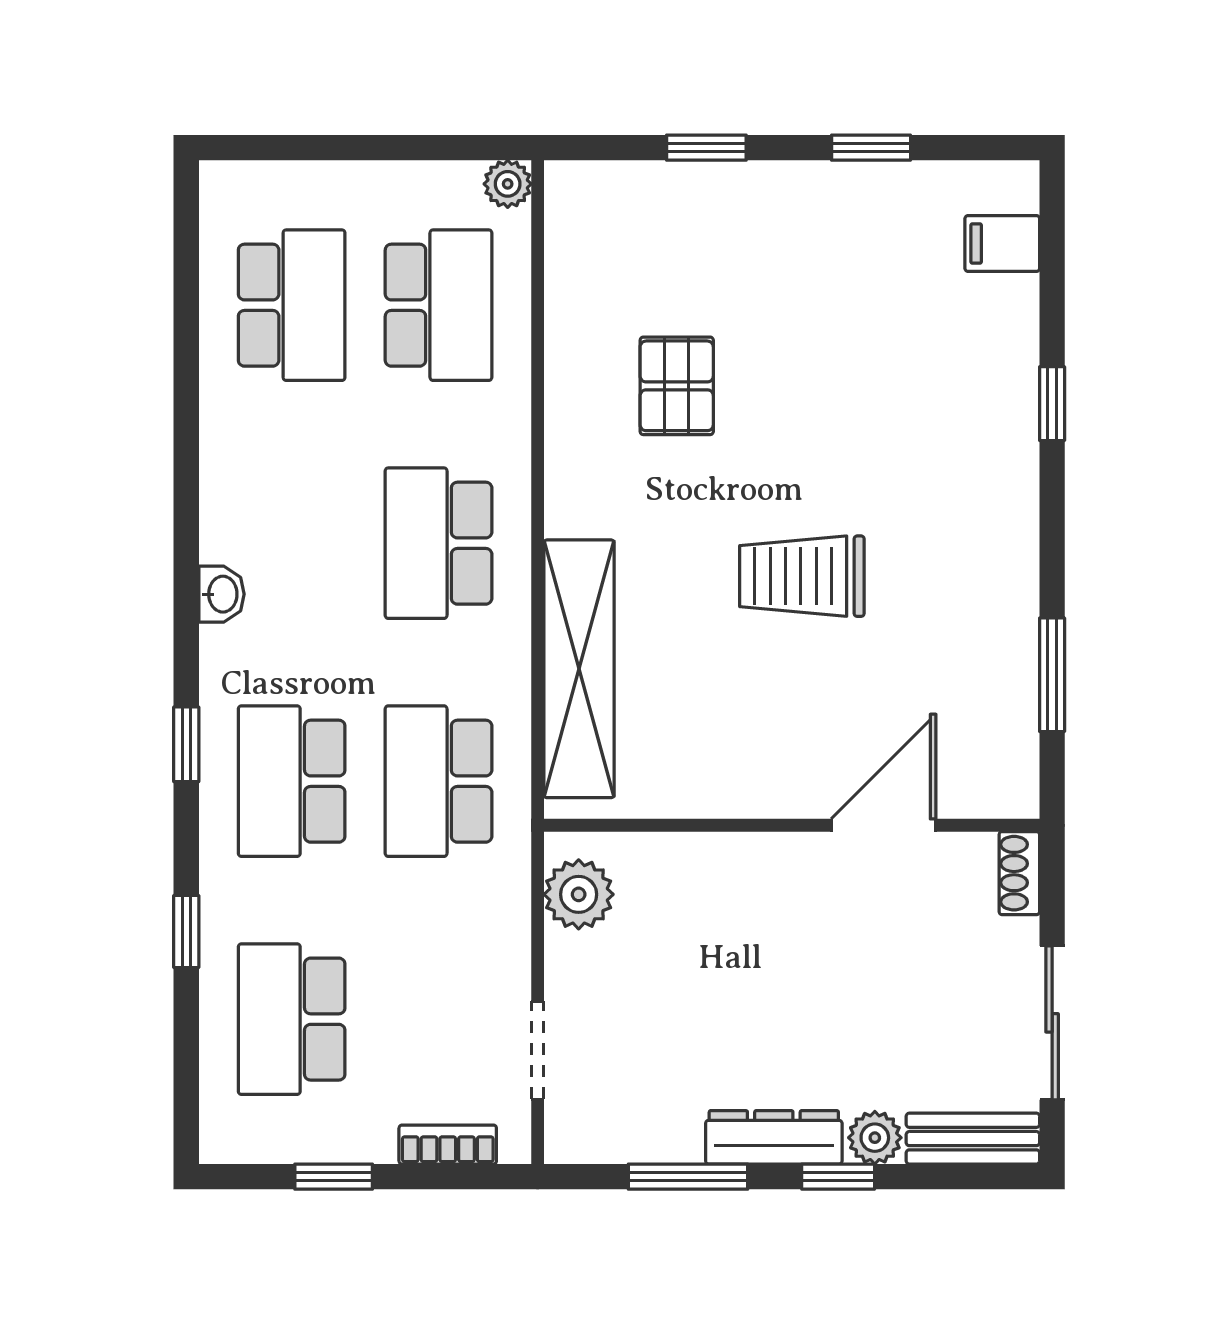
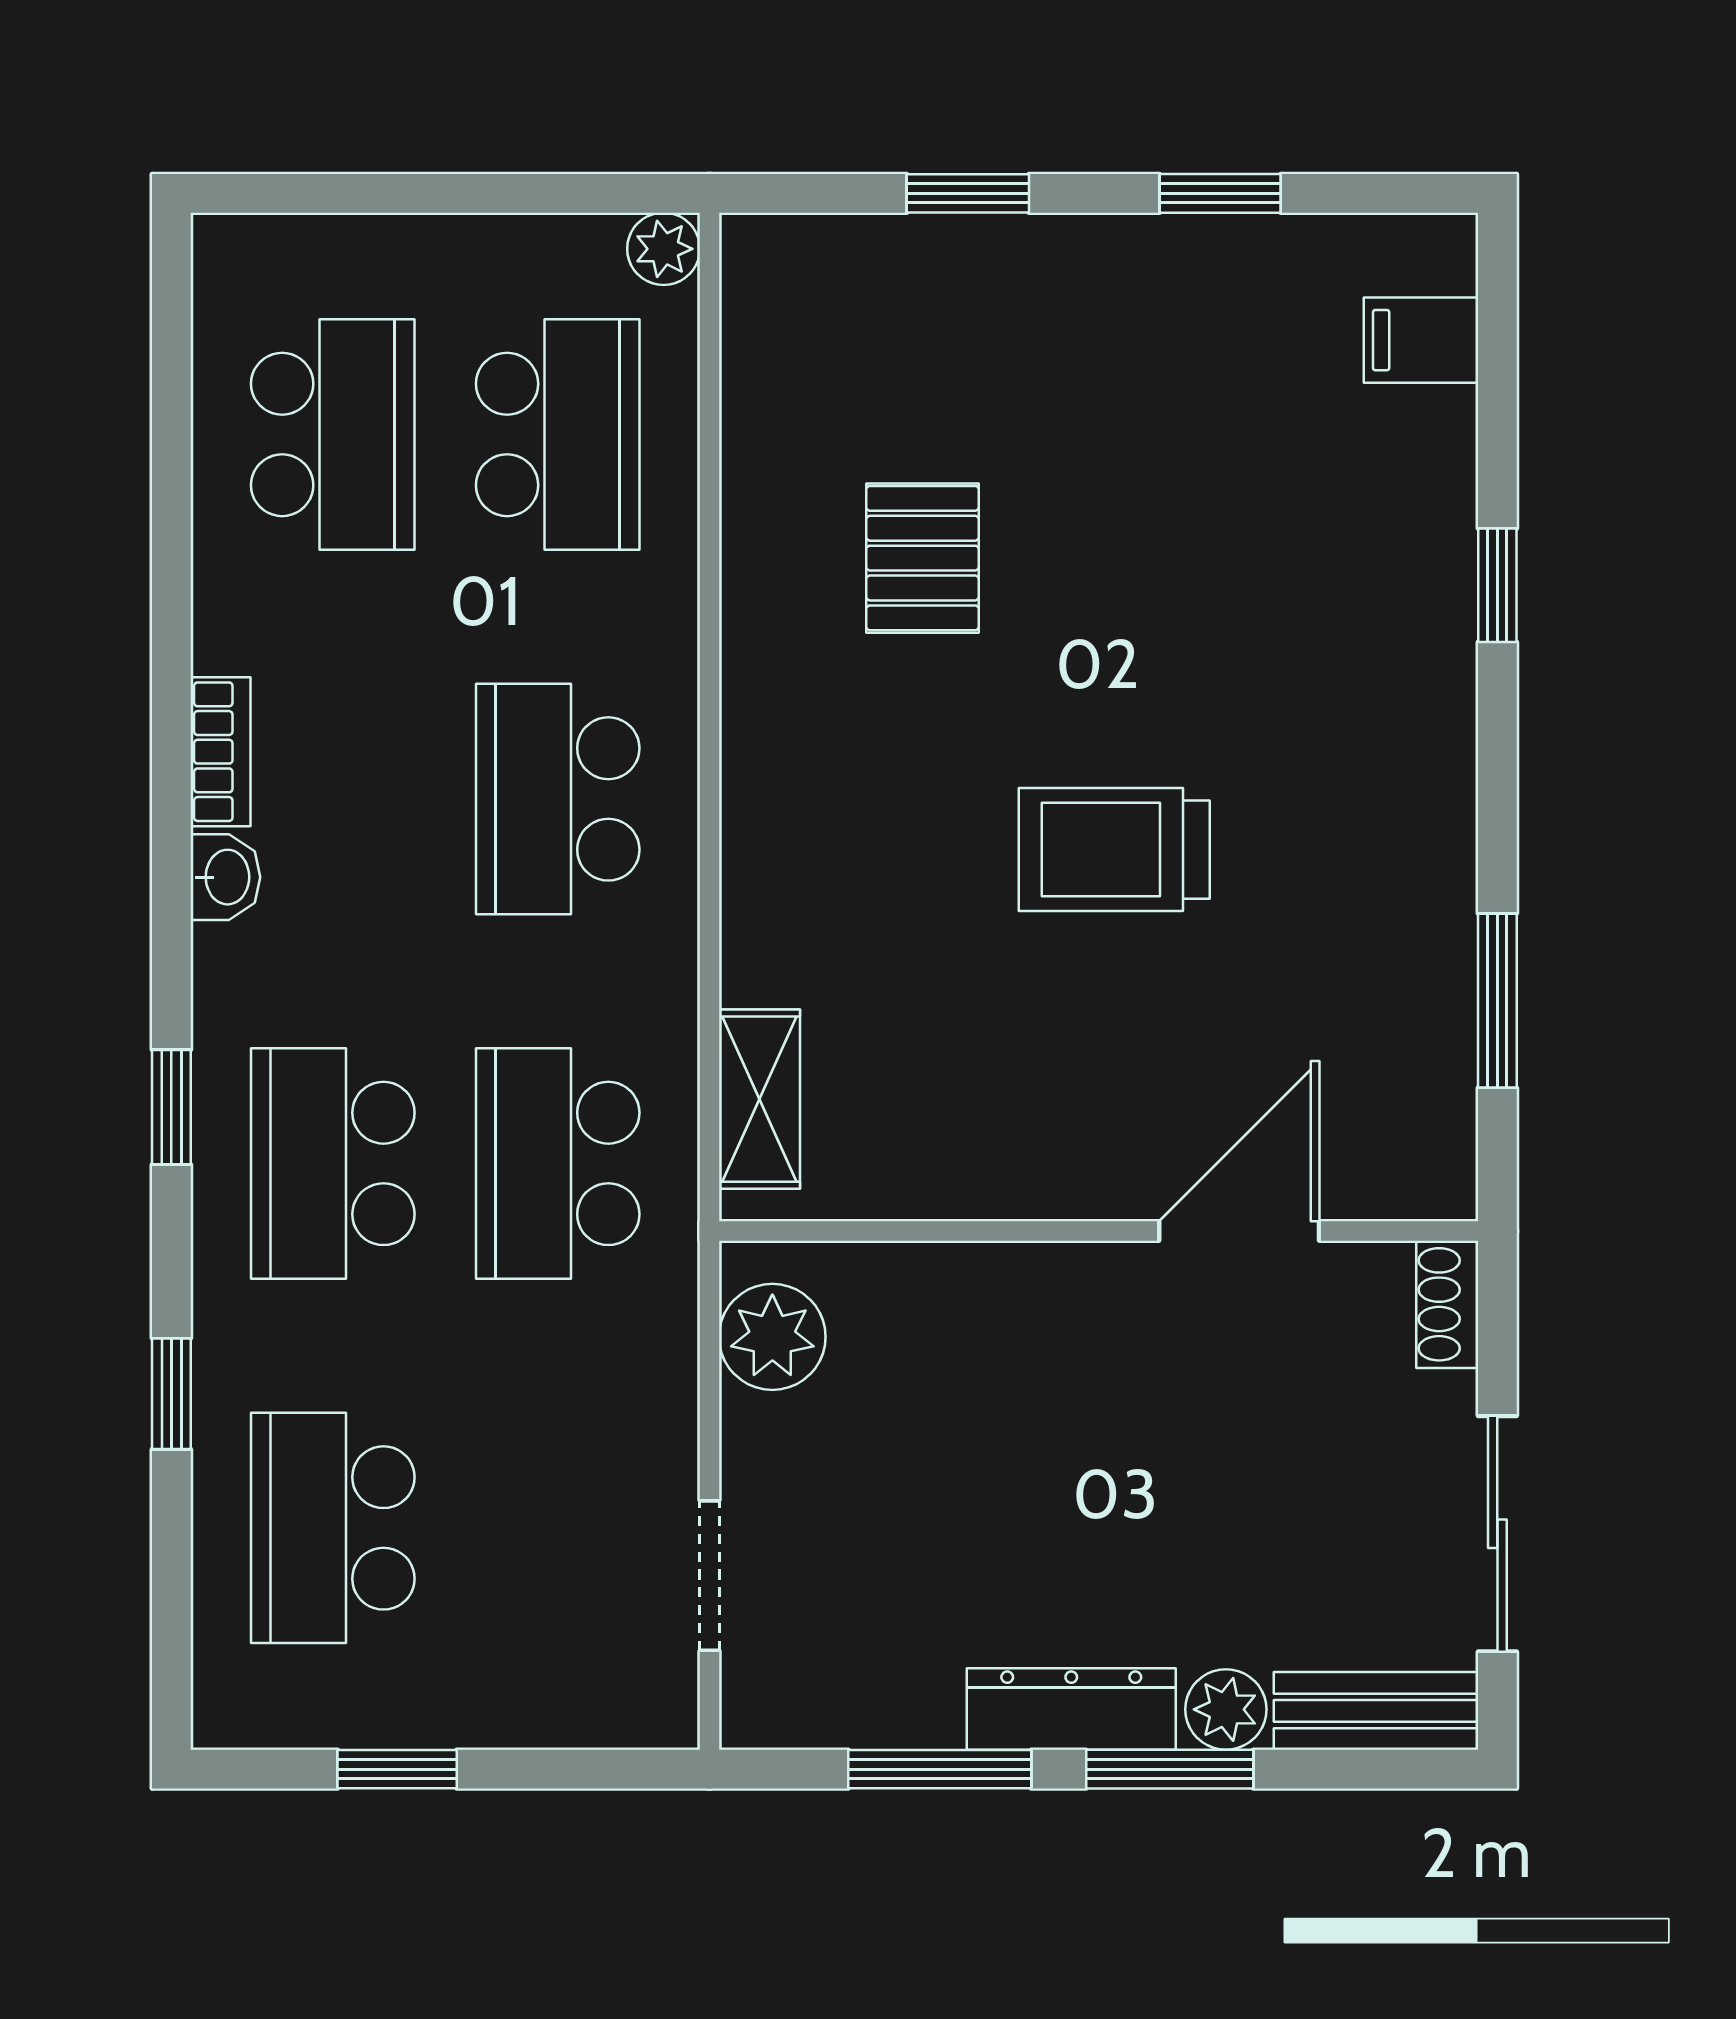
shelving: (579, 669) -> (759, 1099), width x0.45, depth x0.75
bookcase: (448, 1145) -> (220, 752), moved, turned 90
window: (838, 1177) -> (1170, 1769), width x1.50

